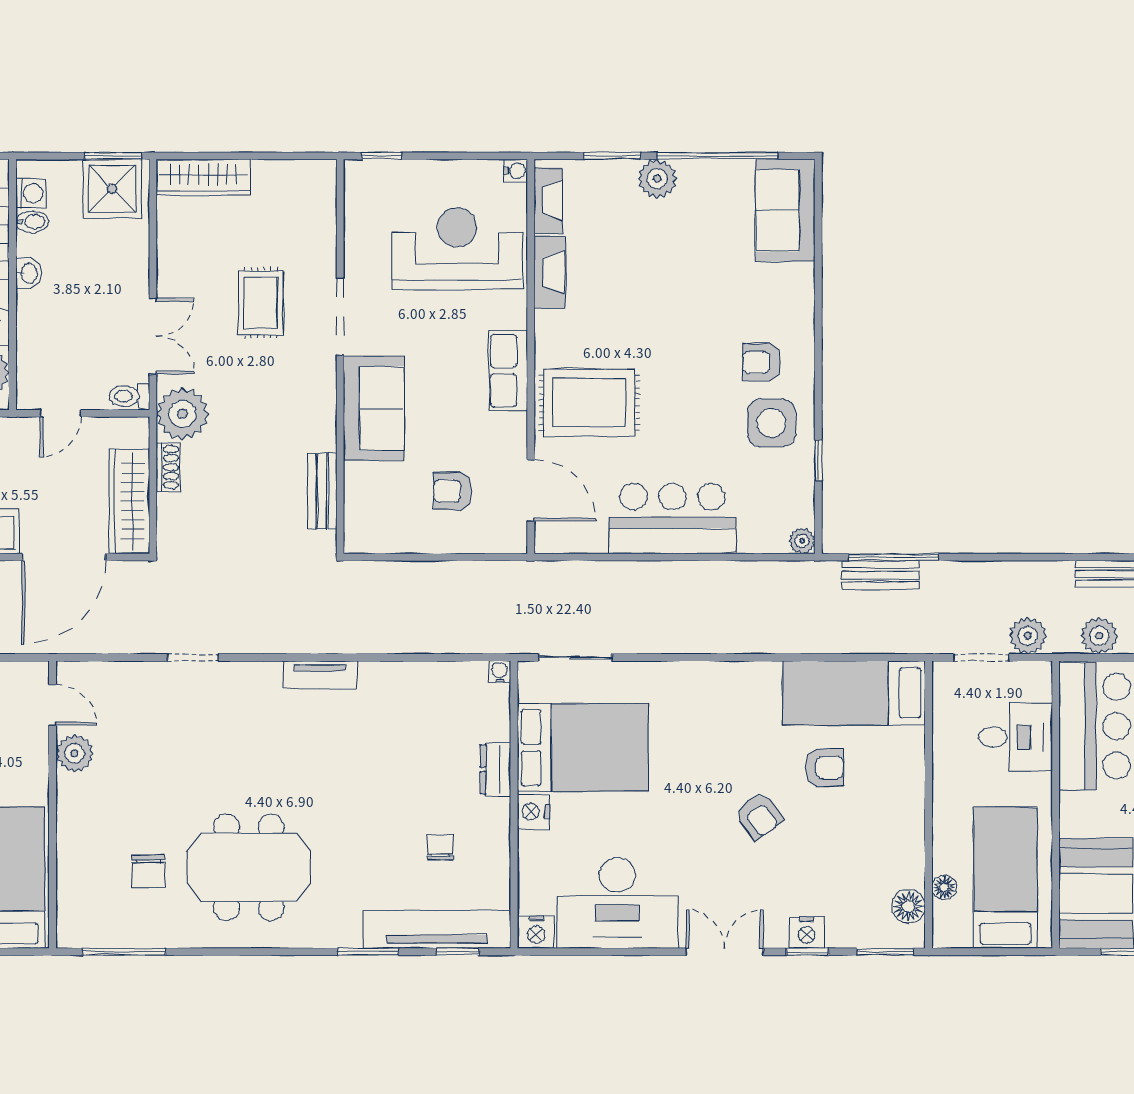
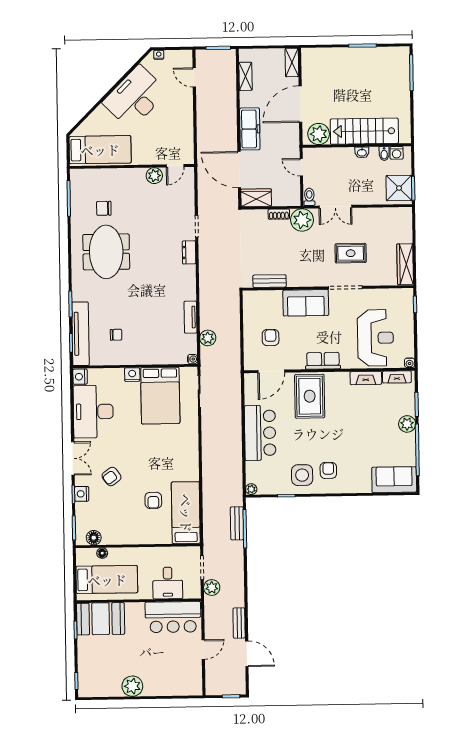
wardrobe: (203, 177) -> (405, 264), moved
wardrobe: (129, 501) -> (256, 198), width x0.67
plant: (1099, 636) -> (208, 338), moved
tv unit: (320, 675) -> (190, 317), moved
dresser: (495, 769) -> (189, 252), moved, turned -90
armchair: (759, 816) -> (112, 477), moved

